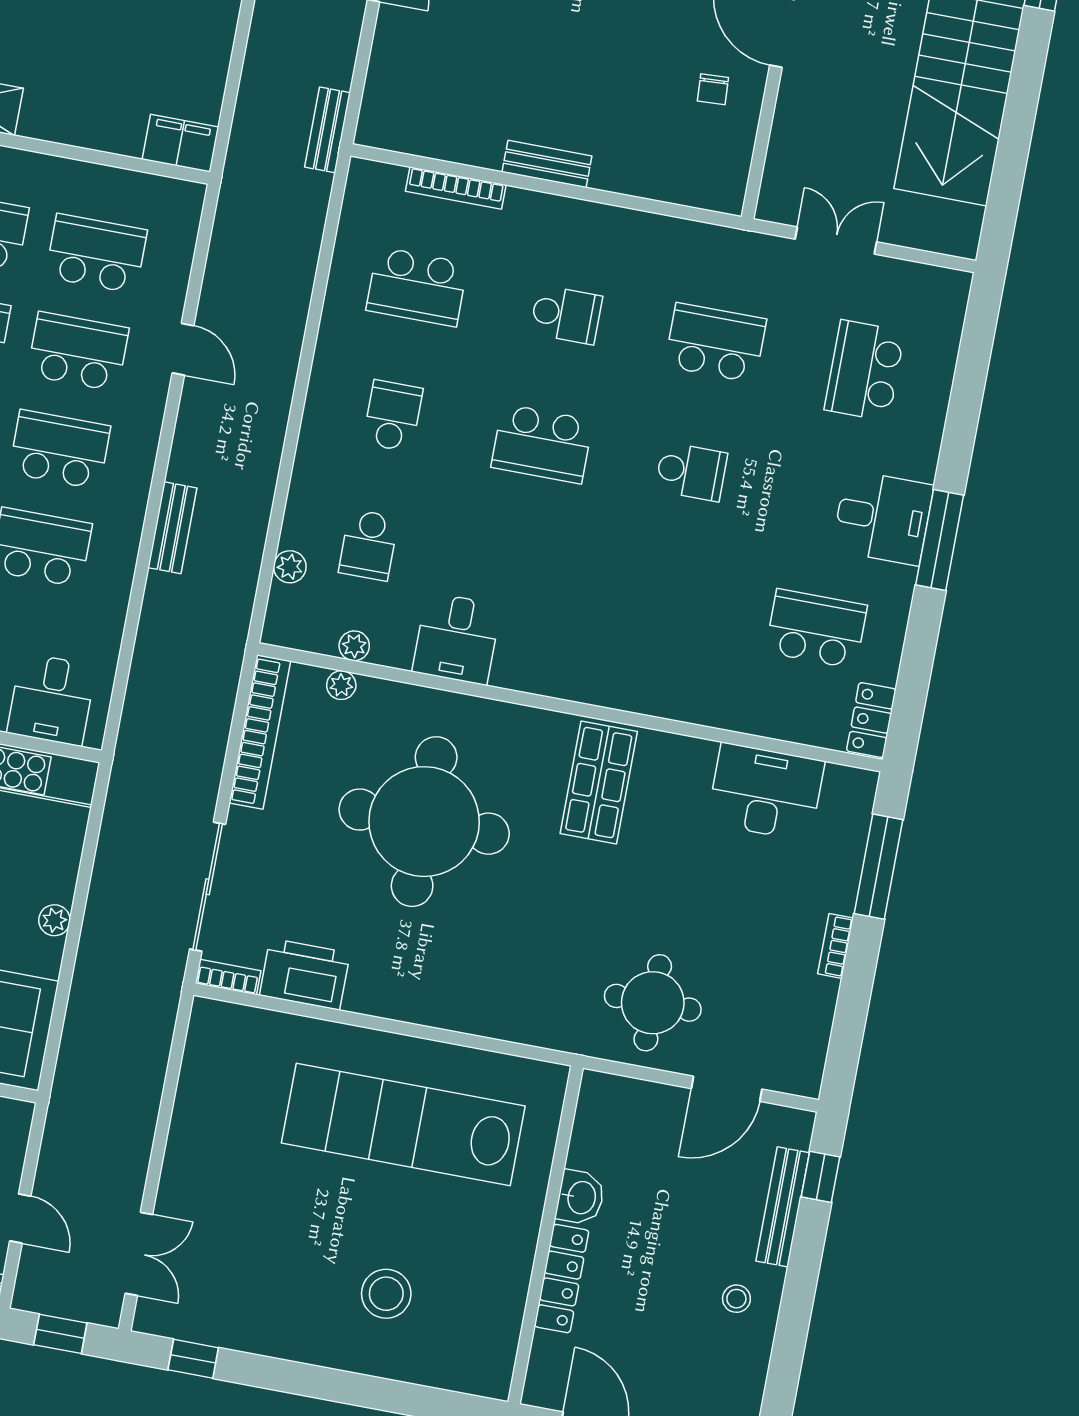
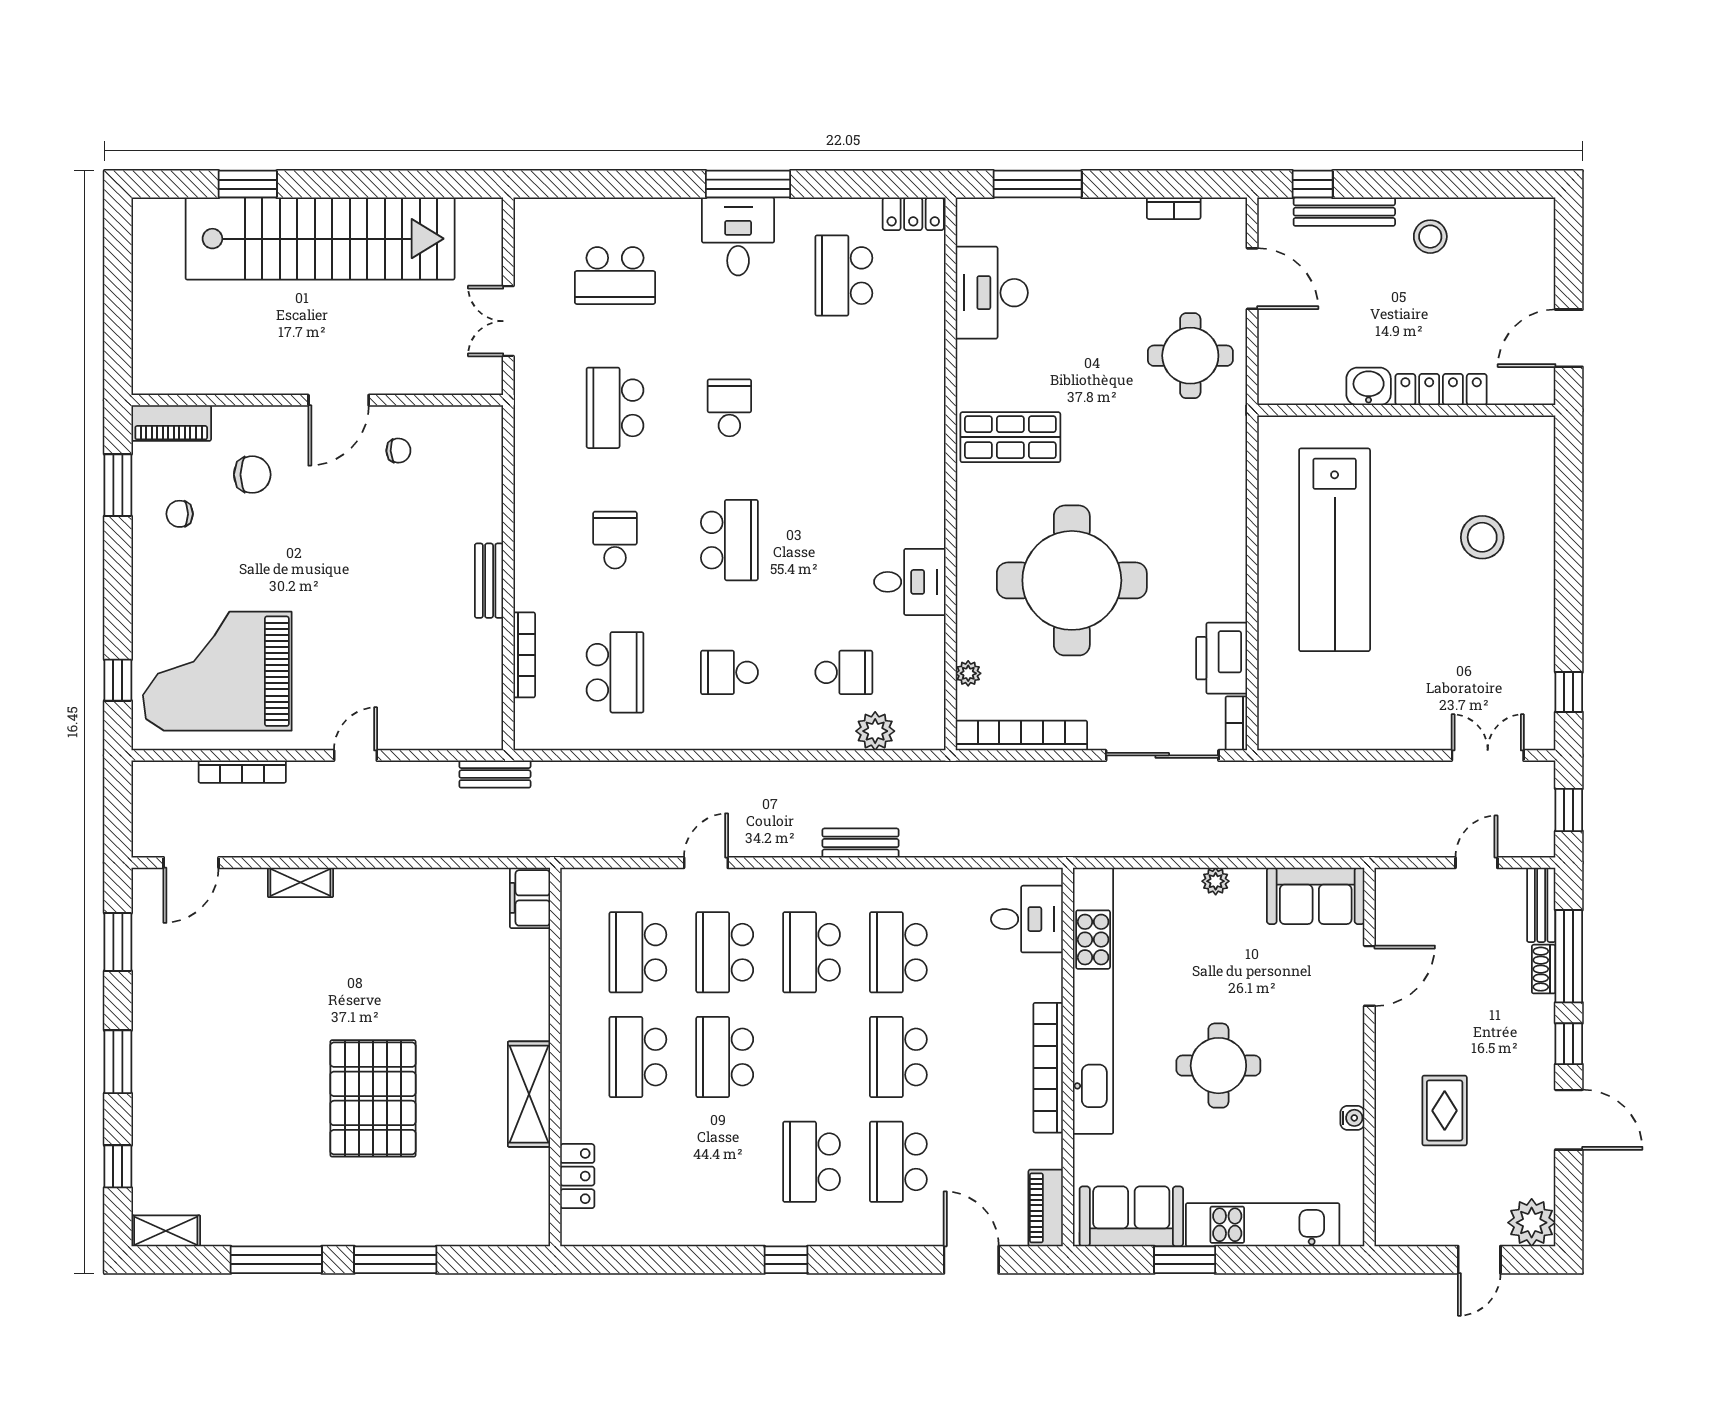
plant: (290, 567) -> (875, 731), width x1.38, depth x1.38
plant: (354, 646) -> (932, 668), removed
bookcase: (836, 946) -> (1174, 208), moved
stool: (736, 1299) -> (1430, 237), width x1.37, depth x1.37

